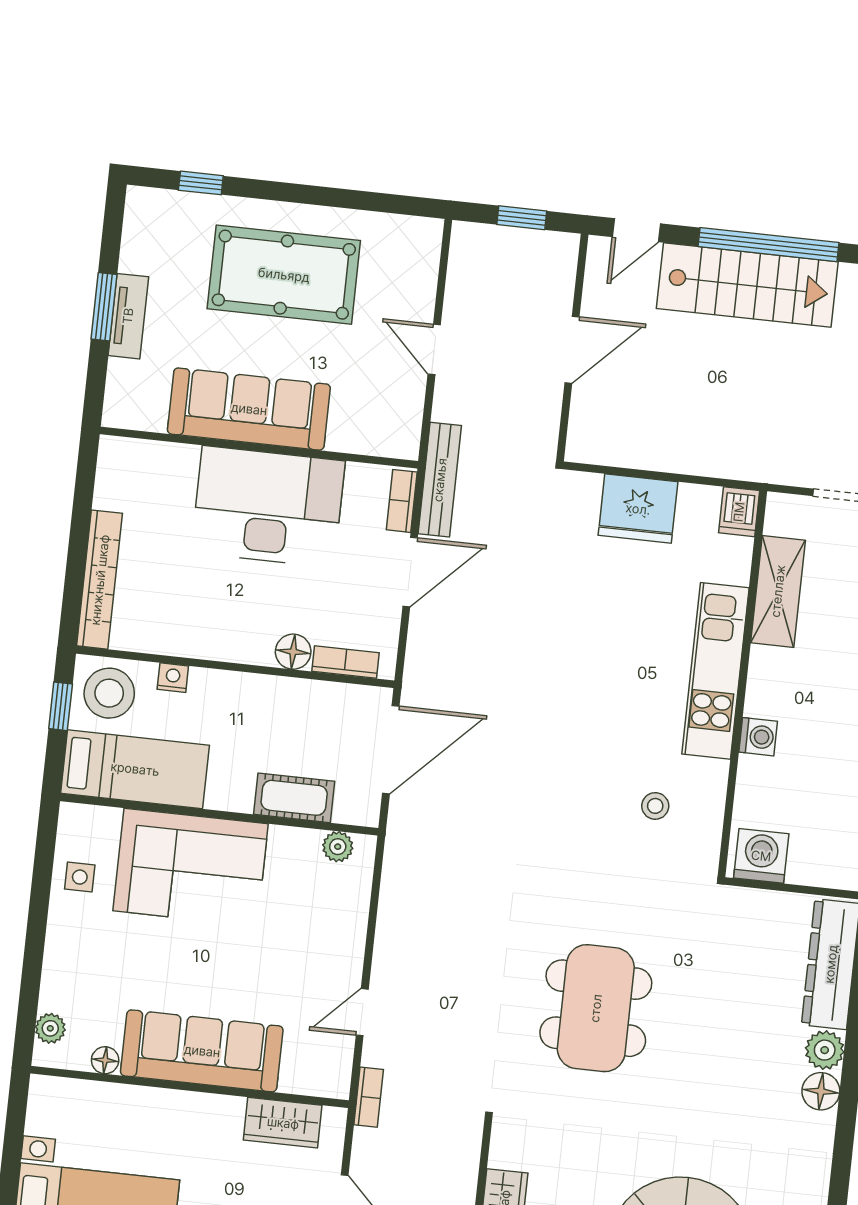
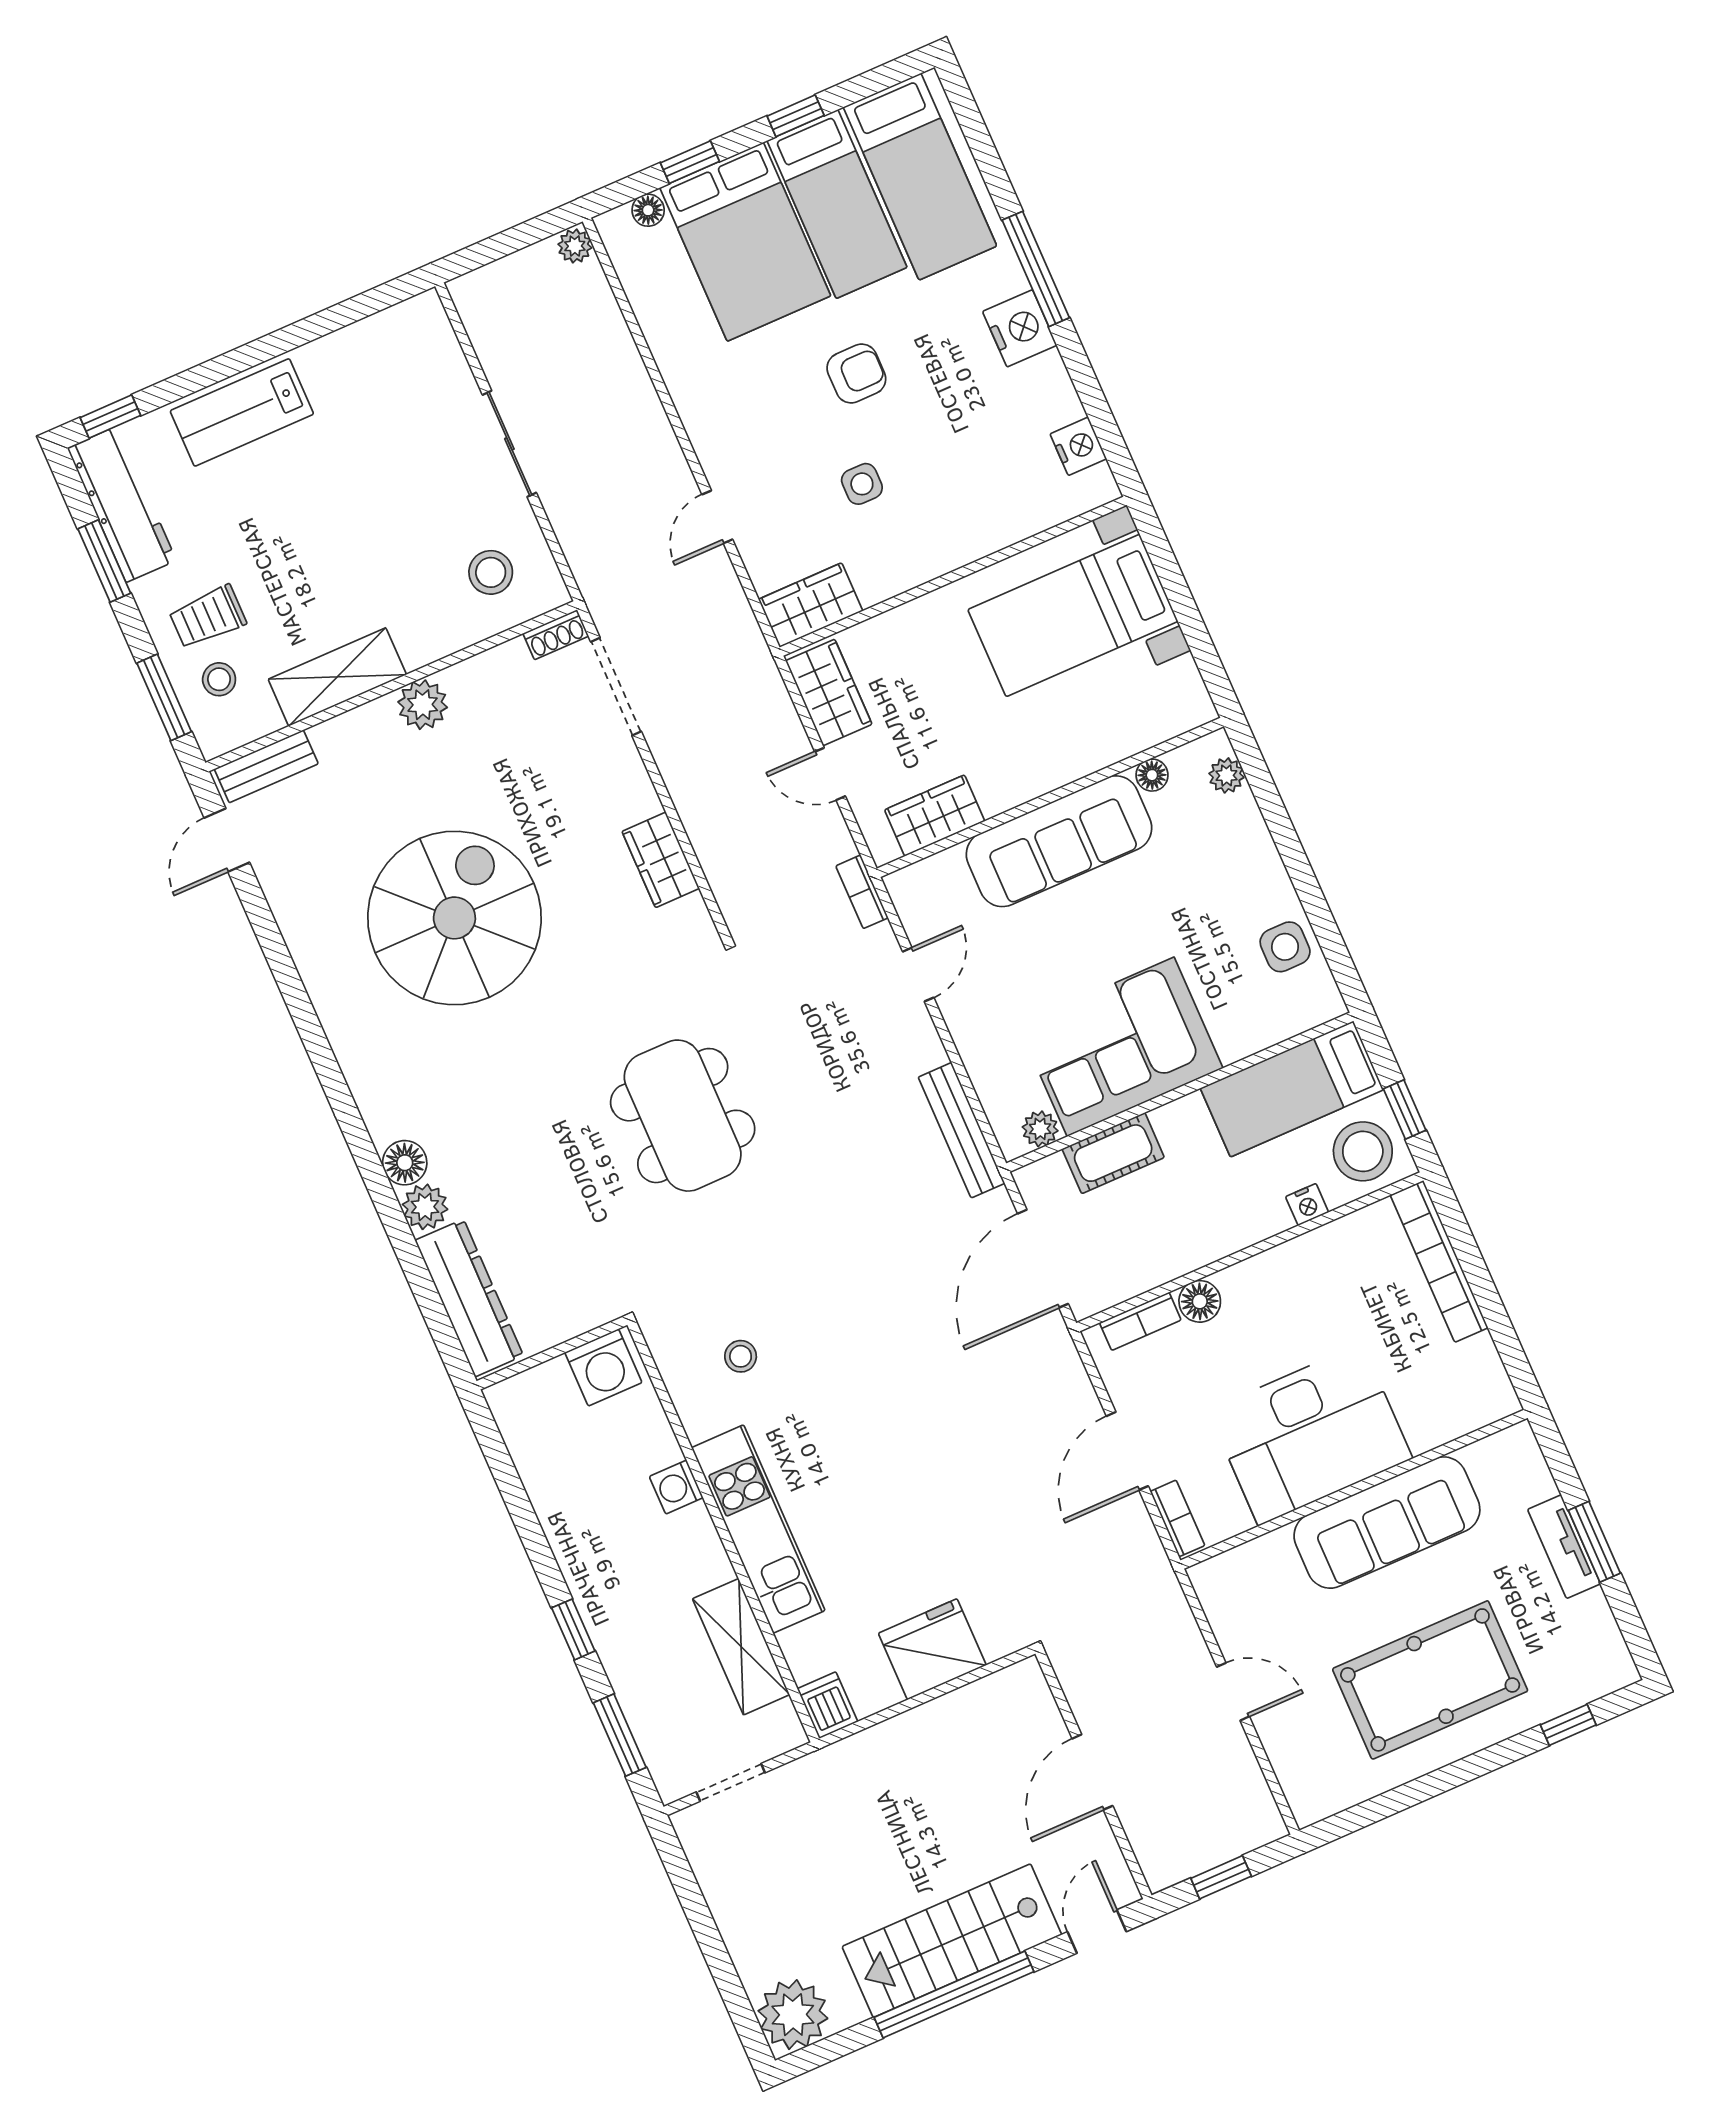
bench: (440, 480) -> (961, 1130), moved
corner sofa: (191, 867) -> (1121, 1047), moved
side table: (80, 877) -> (1285, 947), width x1.37, depth x1.37

